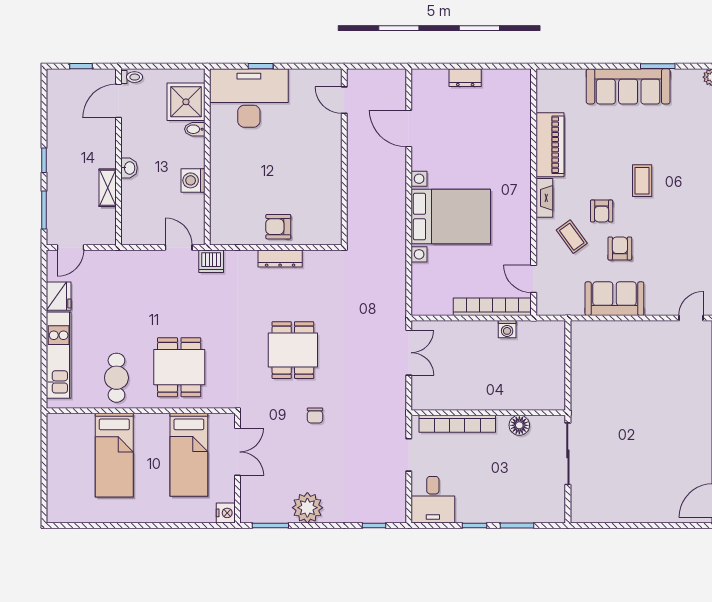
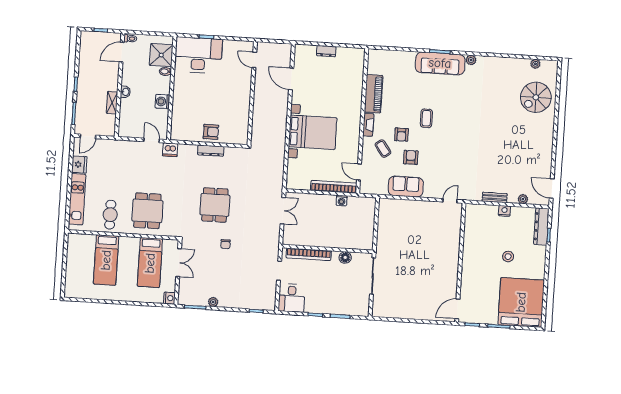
sofa: (628, 86) -> (440, 63), moved
armchair: (278, 227) -> (211, 132), turned 180
plant: (307, 508) -> (213, 302), width x0.53, depth x0.53

